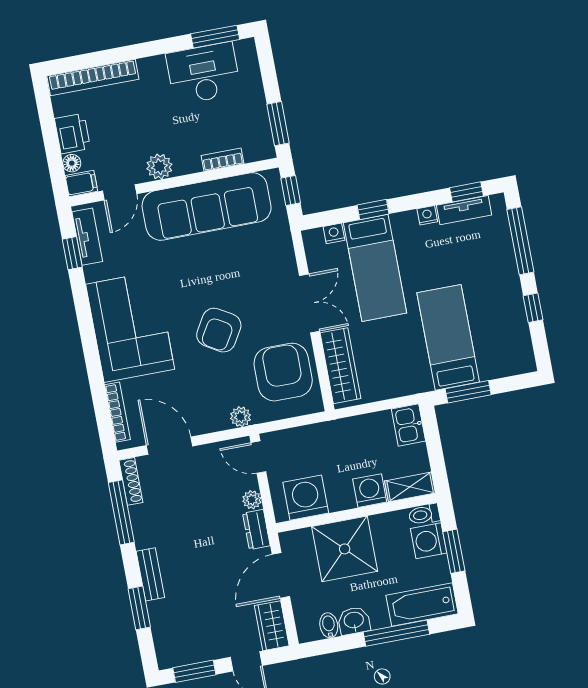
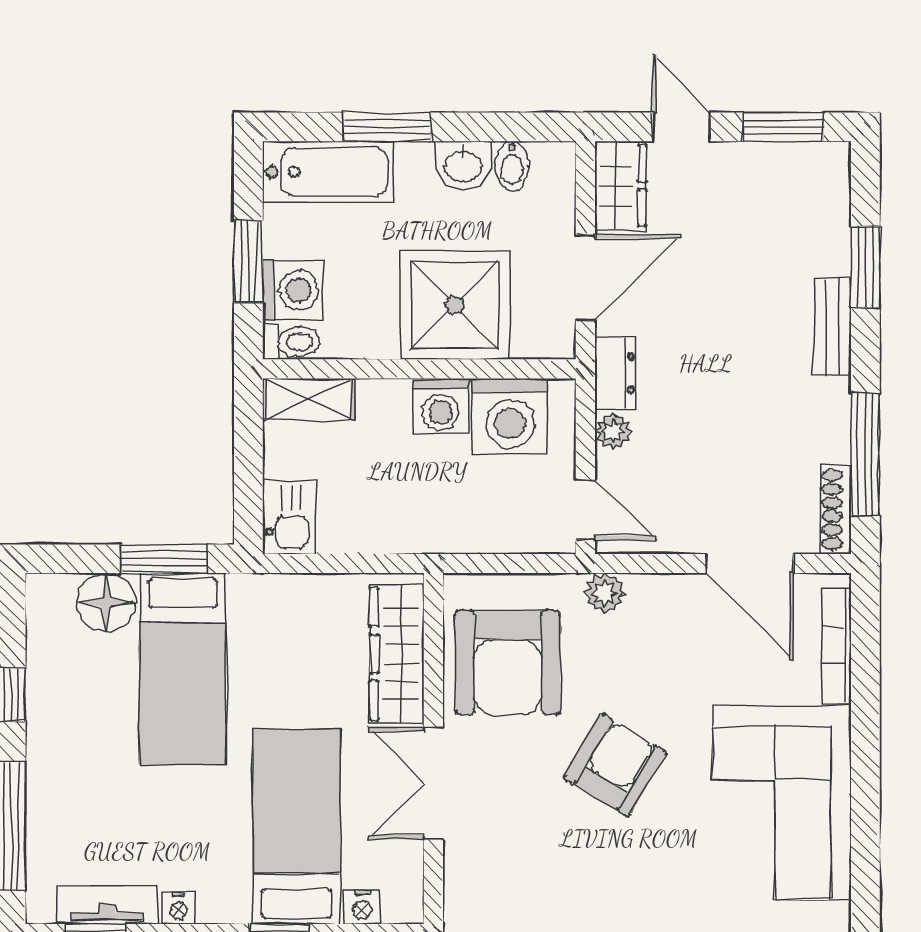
floor lamp: (493, 364) -> (106, 602), added
washing machine: (370, 491) -> (441, 407), moved
window: (396, 633) -> (387, 127), width x0.69

